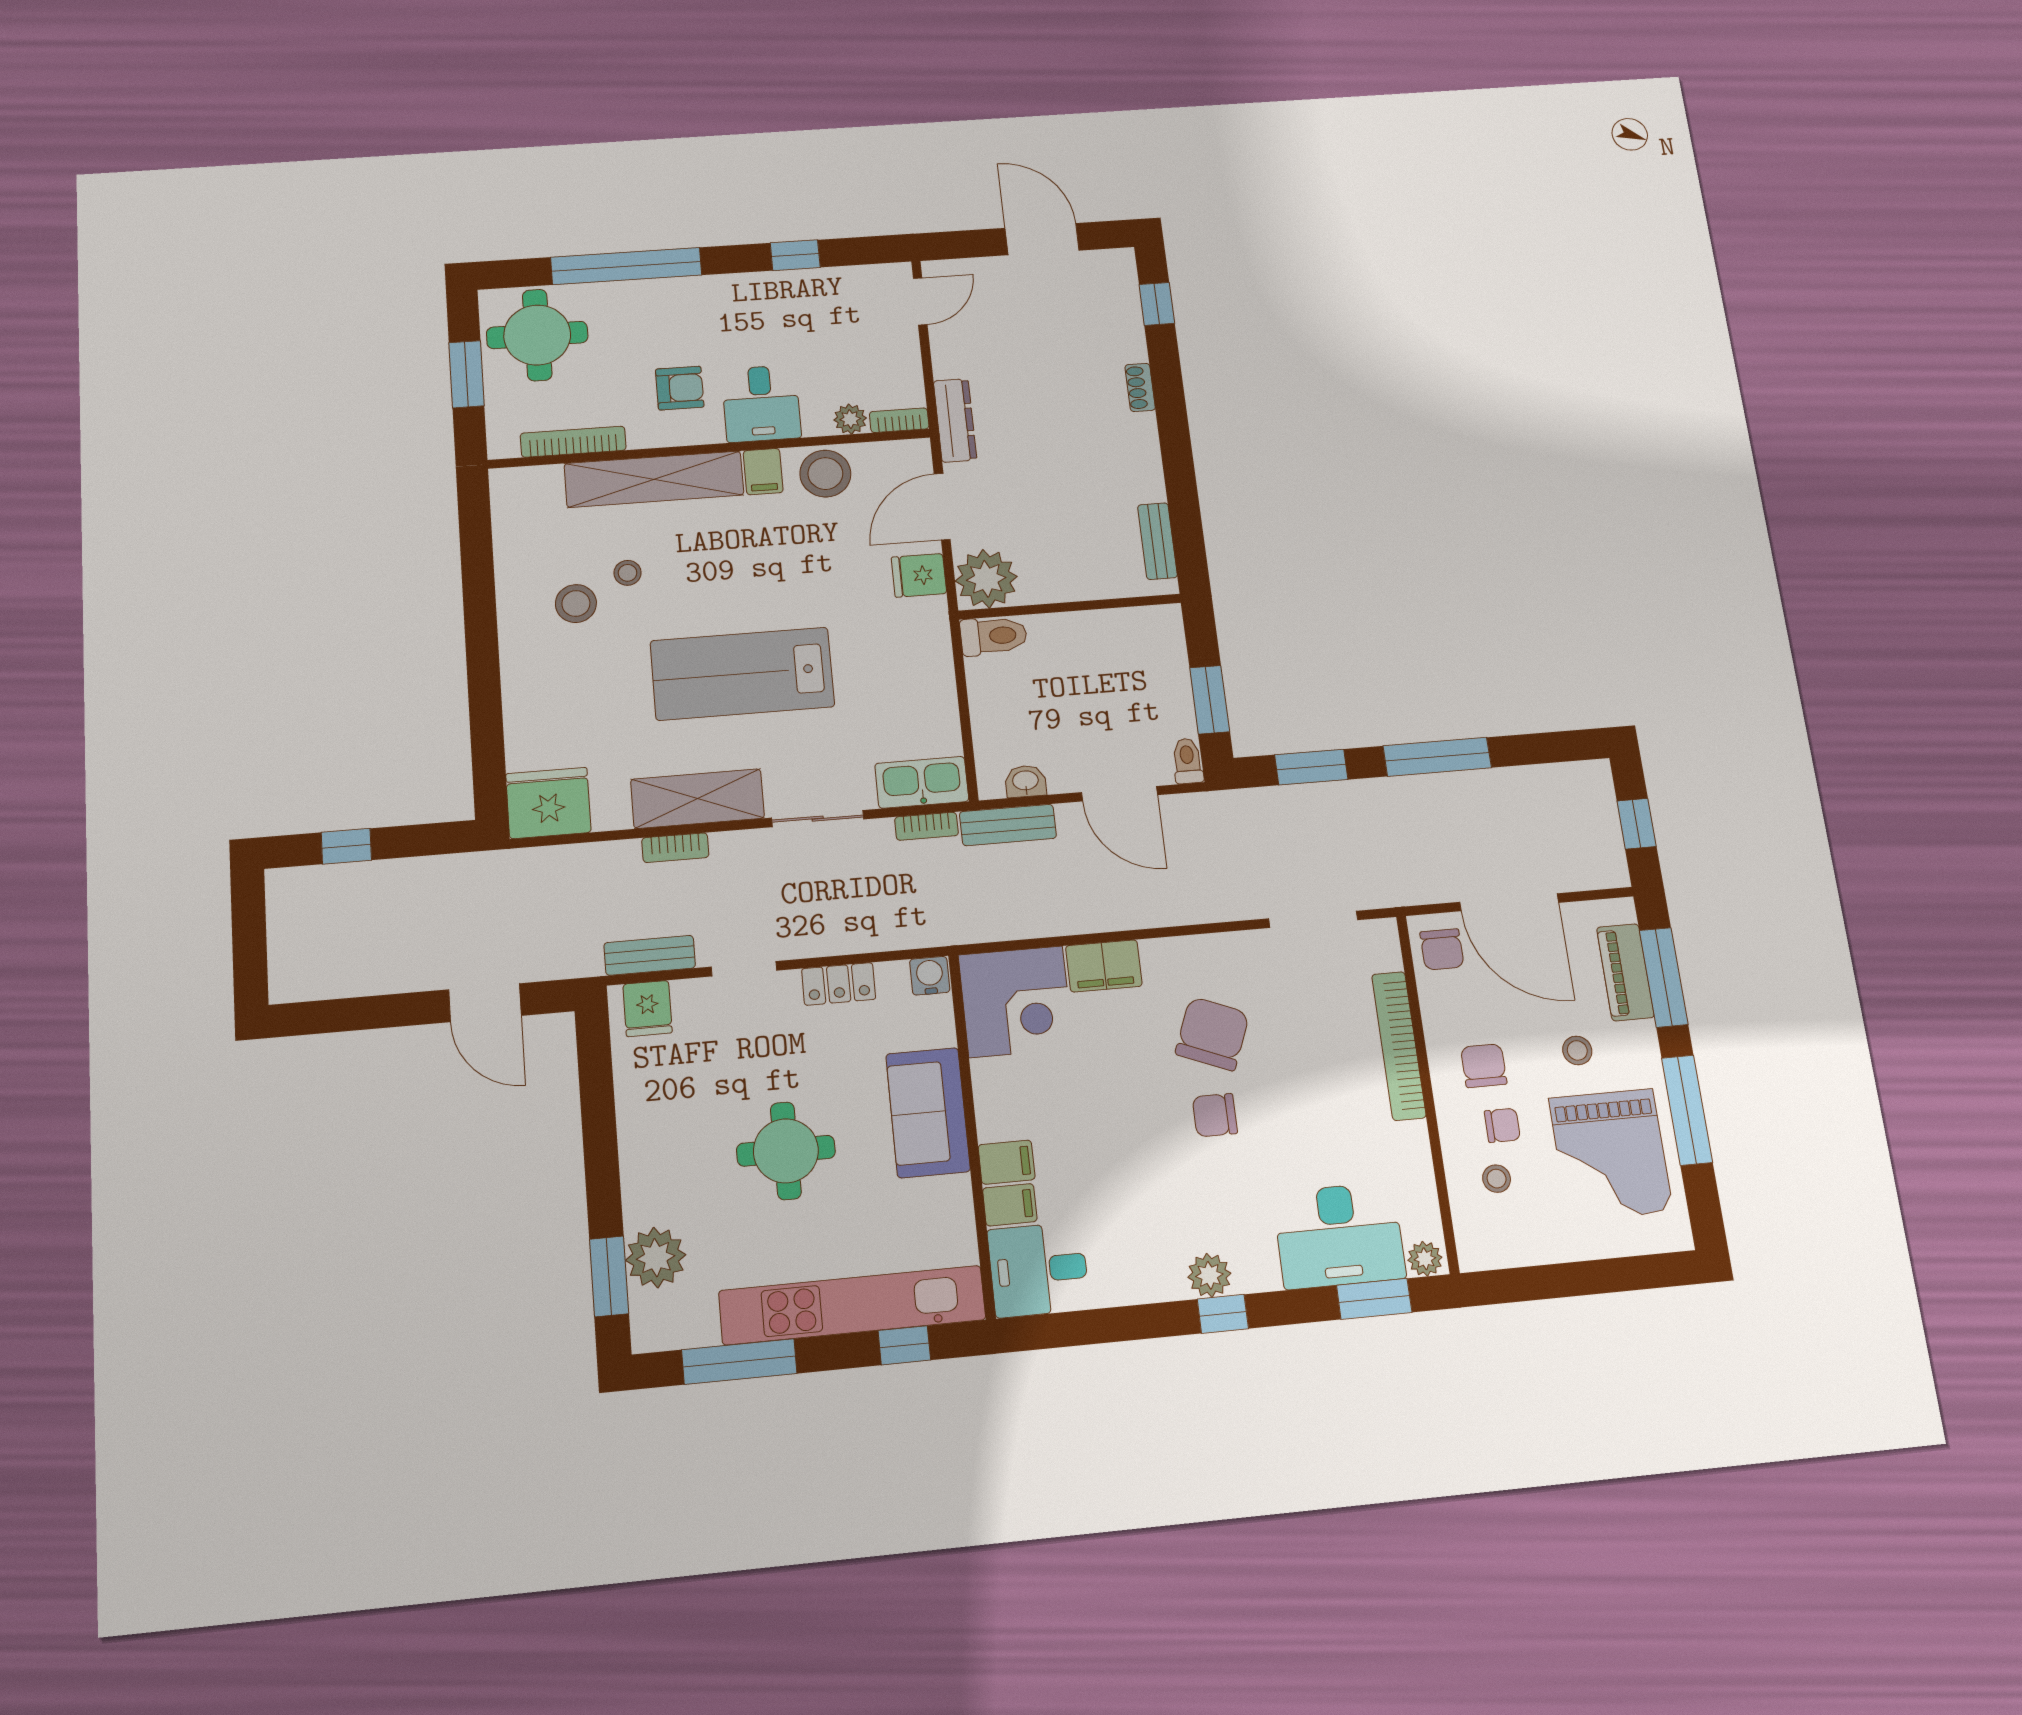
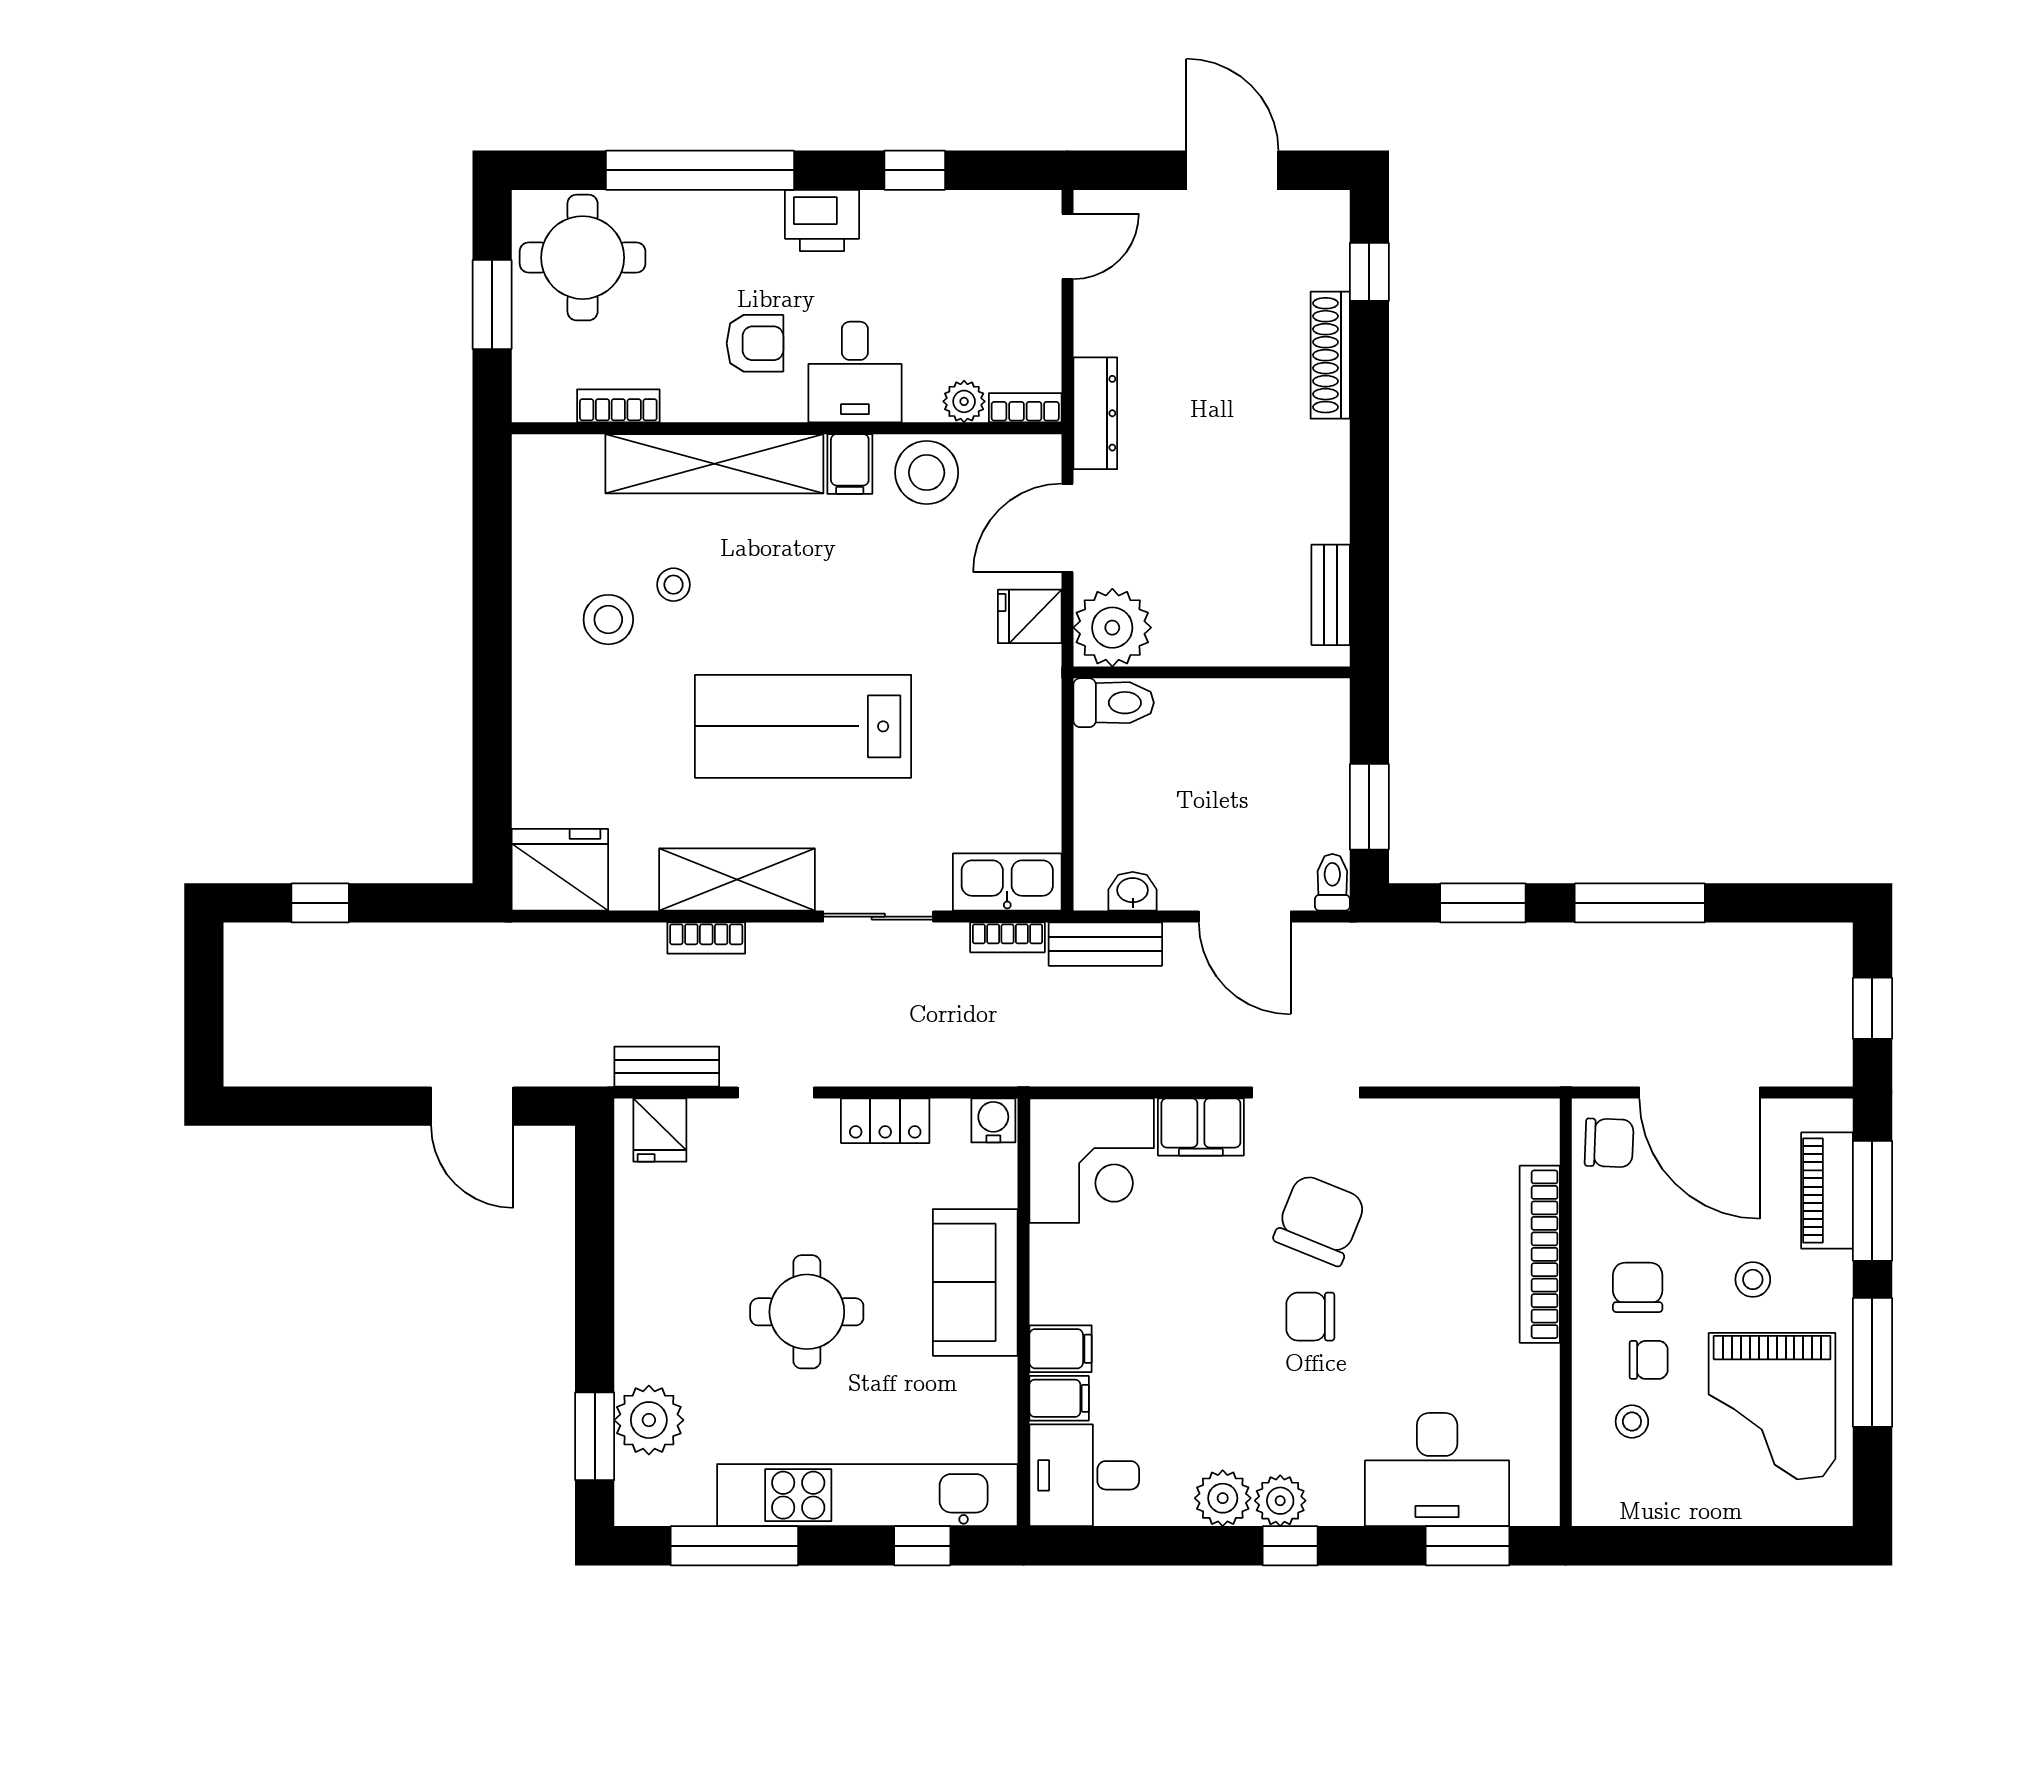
printer: (726, 296) -> (822, 220), added
shoe rack: (1140, 387) -> (1330, 355), width x1.94, depth x1.24
bookcase: (573, 442) -> (618, 406), width x0.64
doorway: (1313, 919) -> (1306, 1092), moved
chair: (1442, 949) -> (1609, 1143), turned -88
plant: (1425, 1259) -> (1223, 1498), moved, width x1.38, depth x1.38

